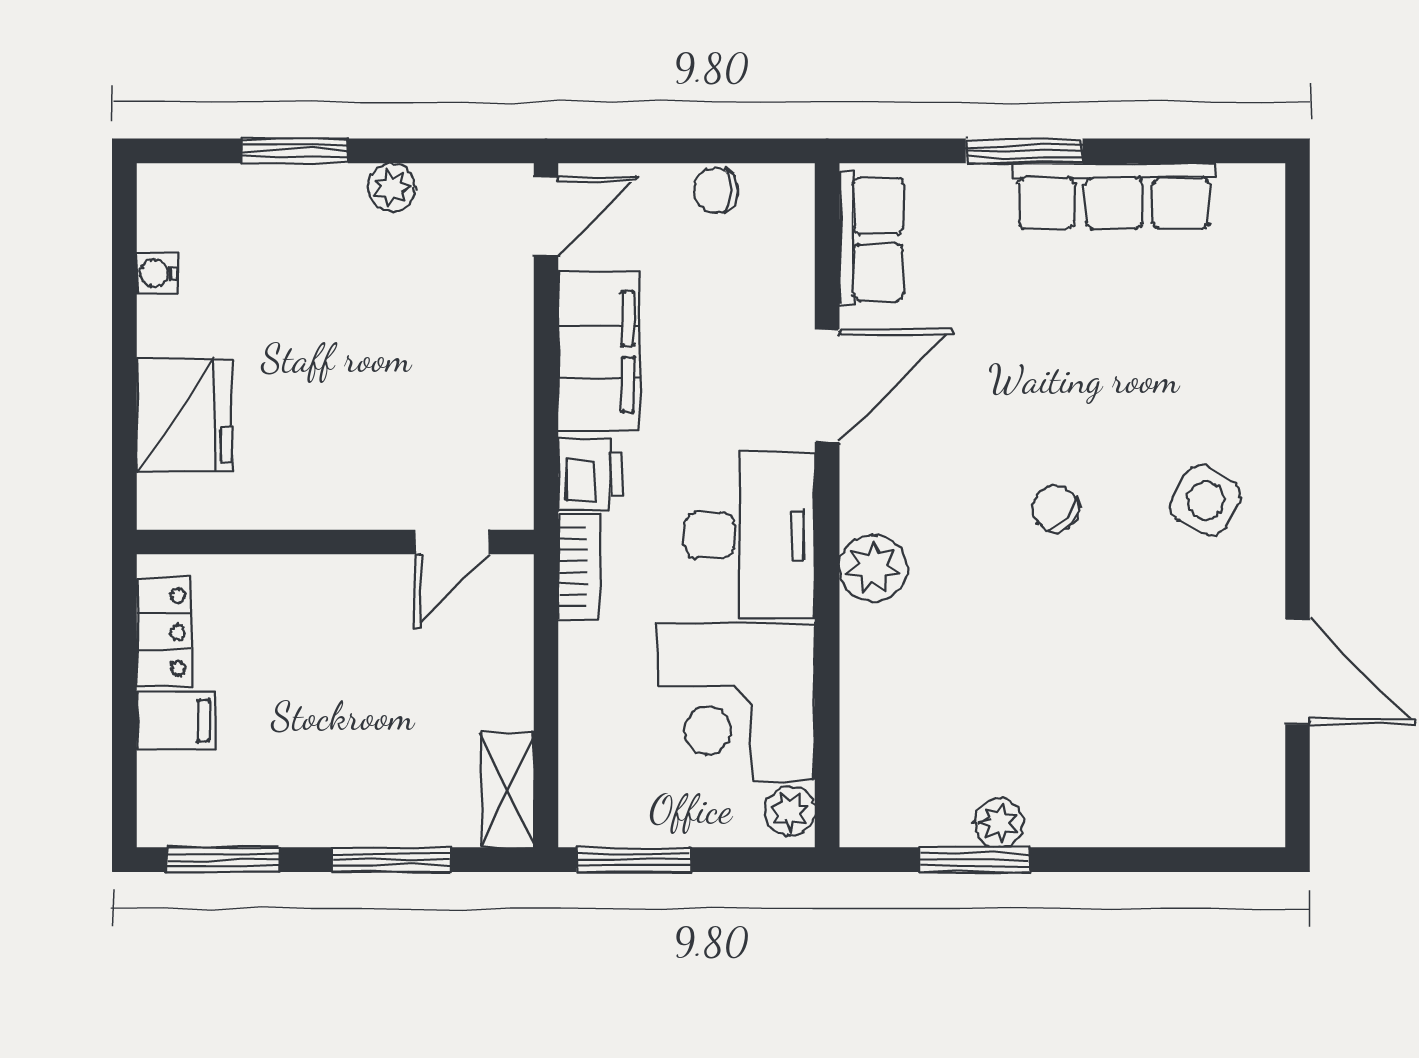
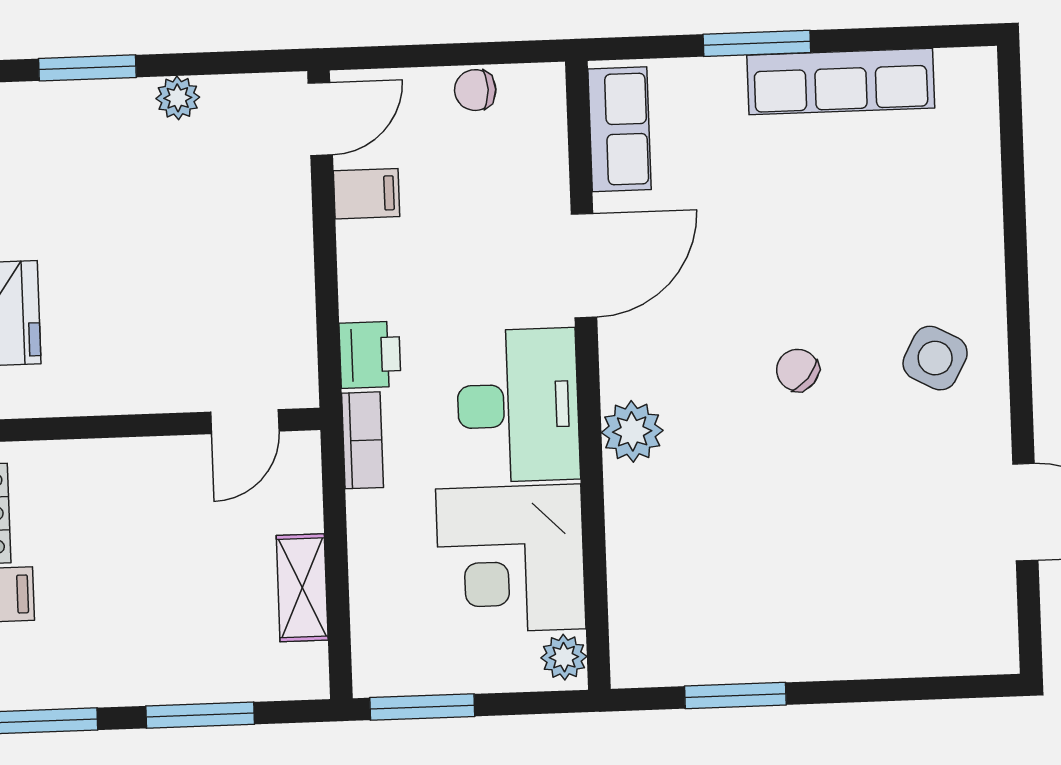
filing cabinet: (599, 352) -> (366, 194), width x0.33, depth x0.86
shelving: (508, 789) -> (302, 588), moved
plant: (999, 823) -> (756, 661), removed

